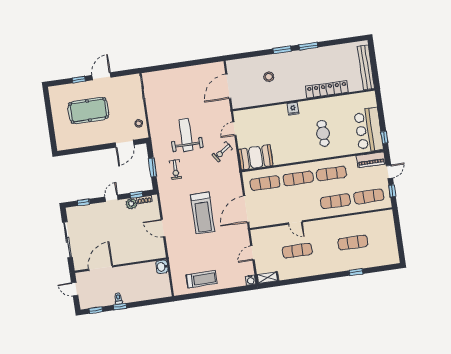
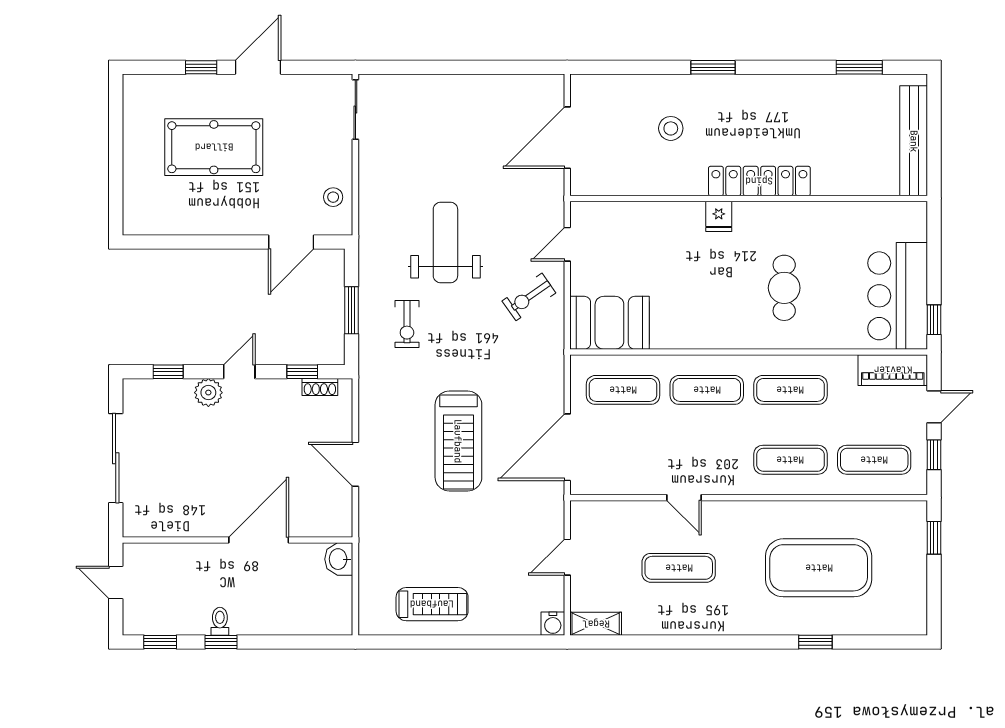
window: (308, 46) -> (859, 67), moved
locker: (327, 89) -> (759, 181), moved
plant: (131, 204) -> (208, 393), moved
window: (397, 224) -> (934, 538), added
exercise mat: (353, 243) -> (819, 568), width x2.00, depth x1.45
door: (101, 268) -> (259, 540), moved

